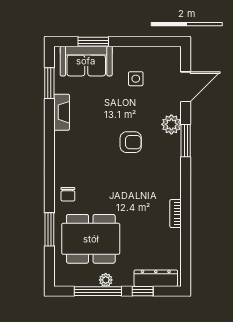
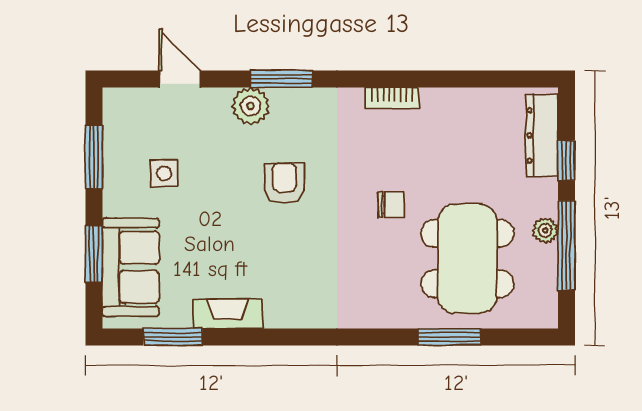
window: (144, 42) -> (94, 157), added
door: (186, 87) -> (180, 79), width x0.73
chair: (68, 194) -> (391, 205), moved
bookcase: (176, 213) -> (392, 98), moved

